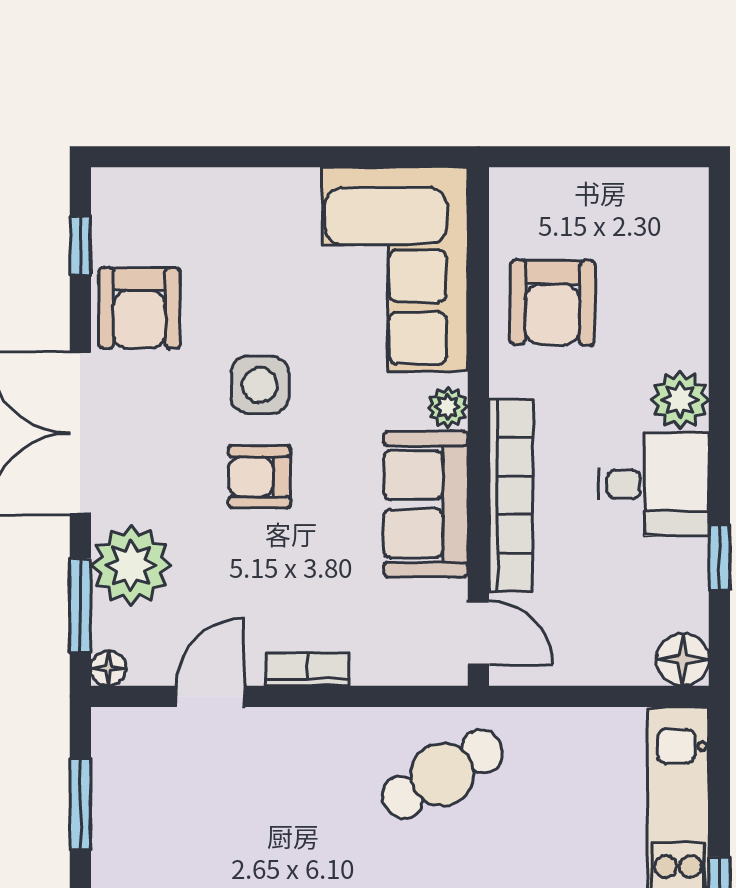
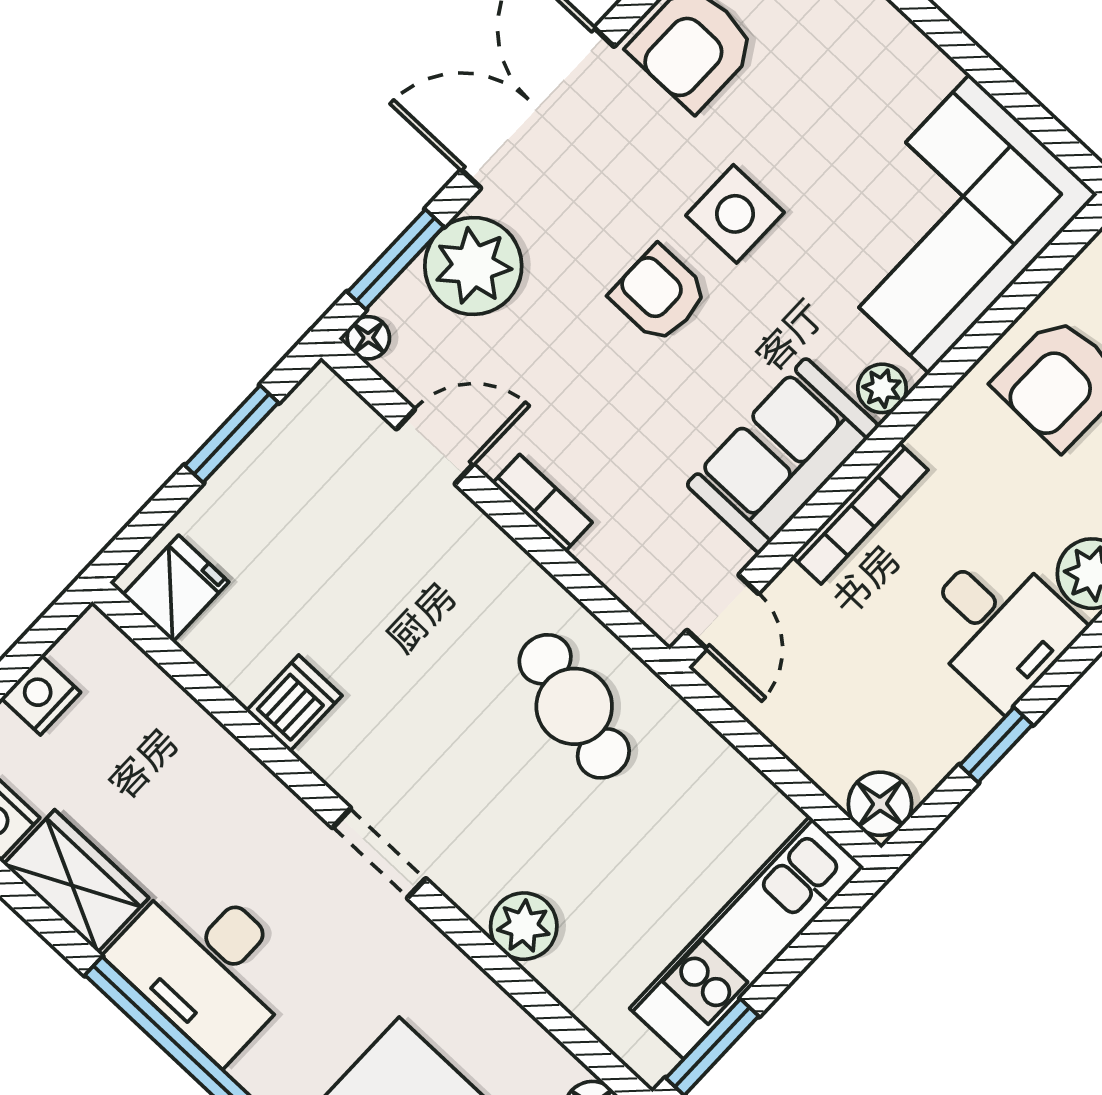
bookcase: (511, 495) -> (860, 513), width x0.68, depth x0.76
cafe table: (442, 774) -> (574, 706), turned 45

